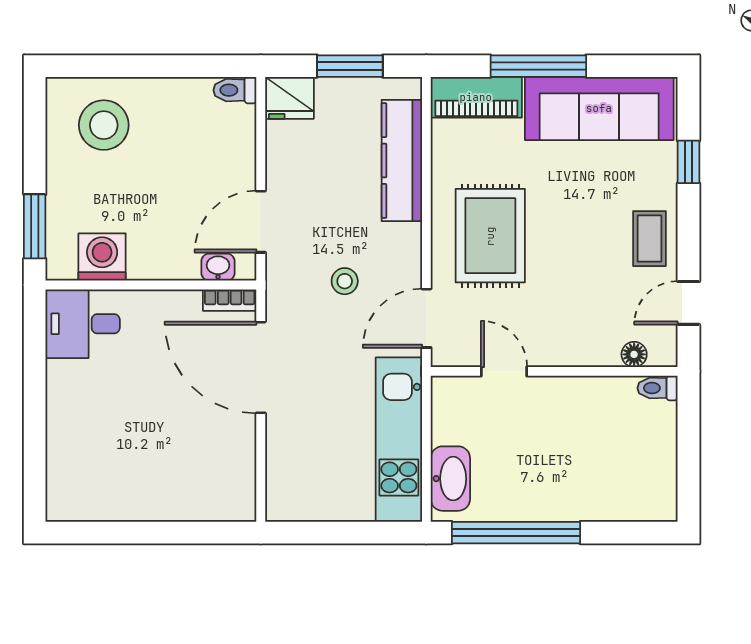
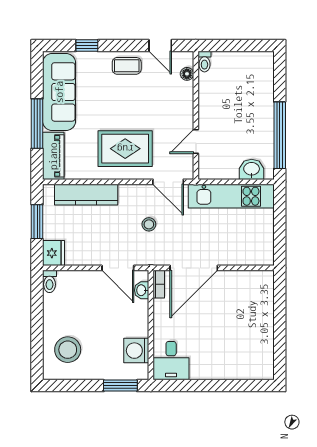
washbasin: (450, 479) -> (252, 169), width x0.72

